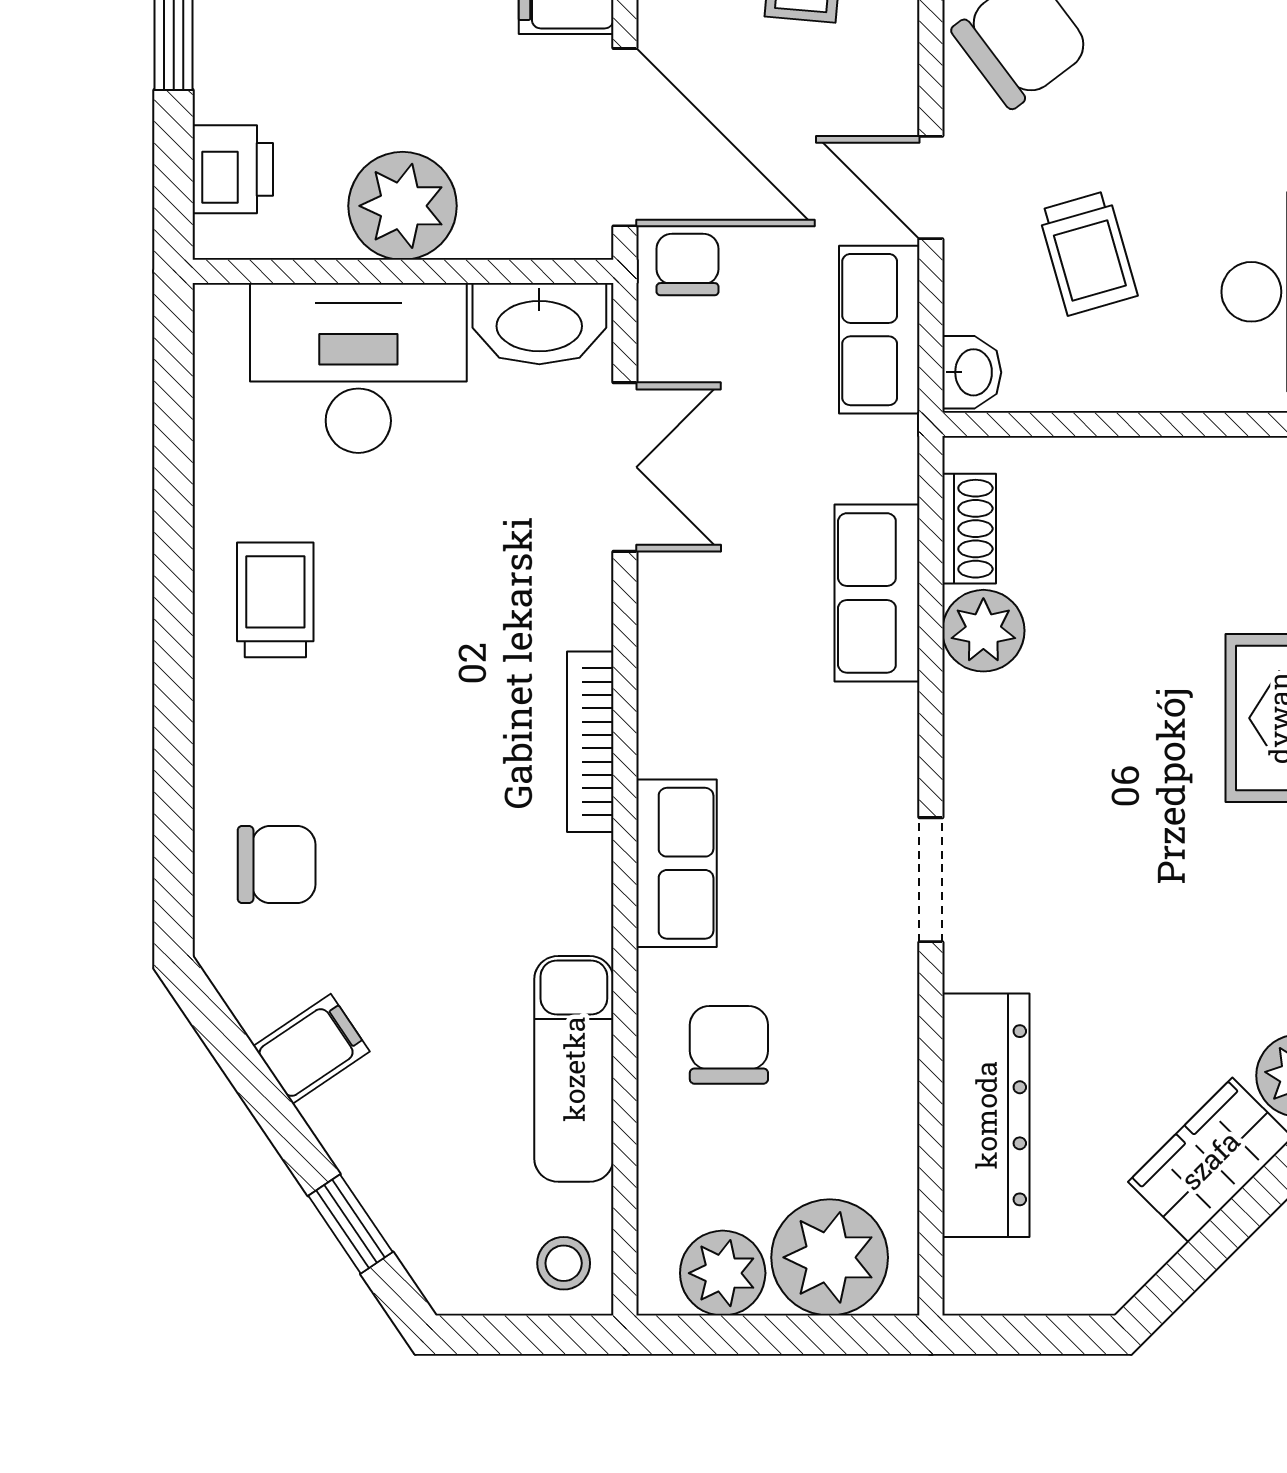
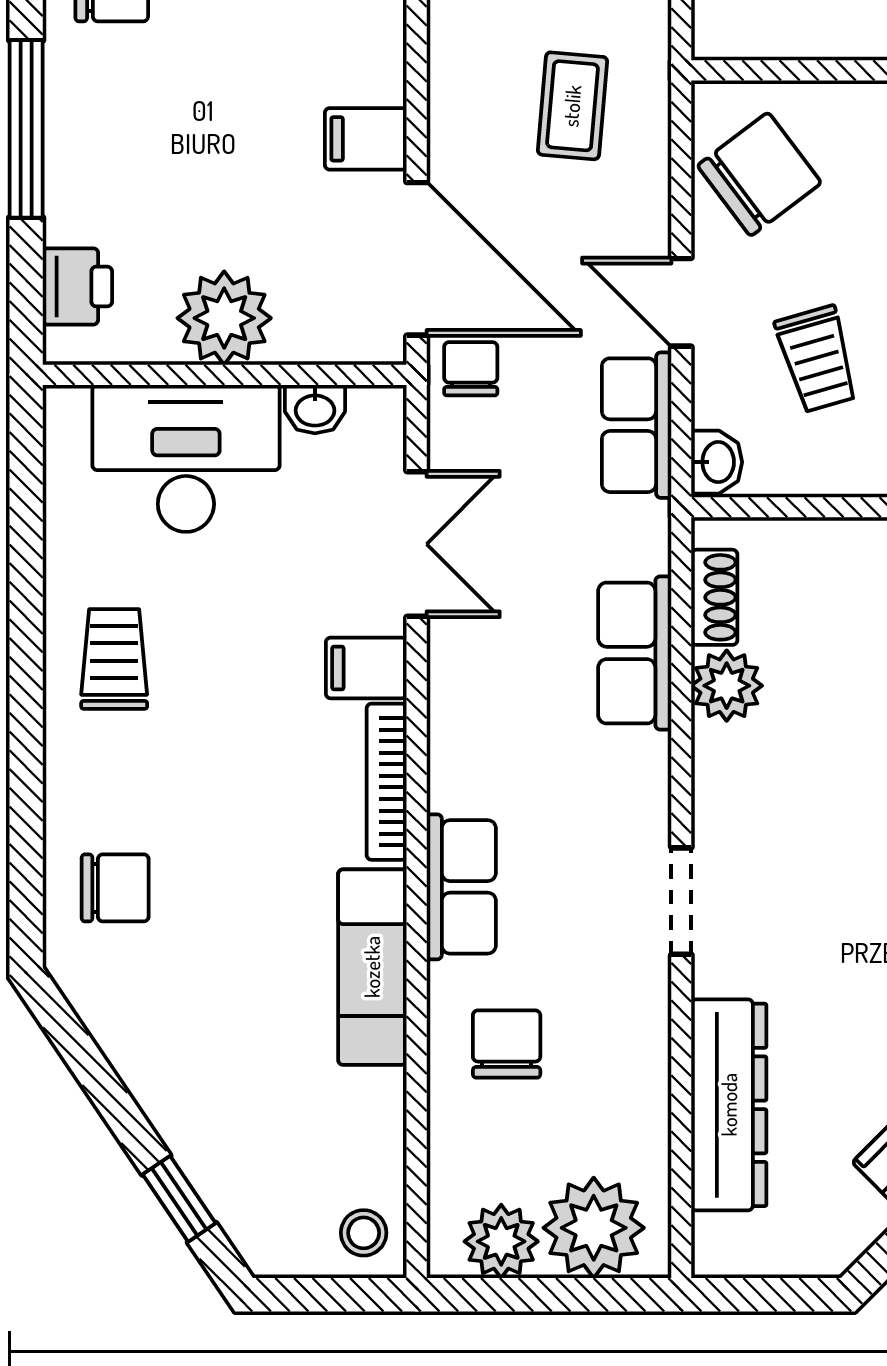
washbasin: (539, 324) -> (315, 409), width x0.52, depth x0.69
filing cabinet: (312, 1049) -> (366, 668), moved, turned -146
exam couch: (574, 1069) -> (372, 967), moved

